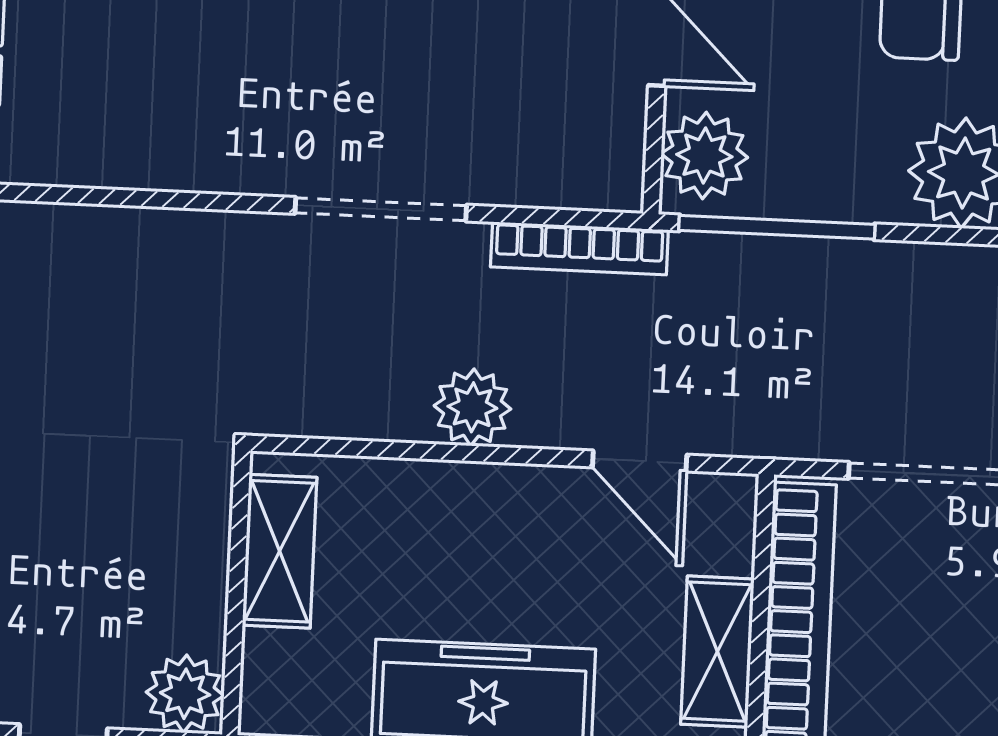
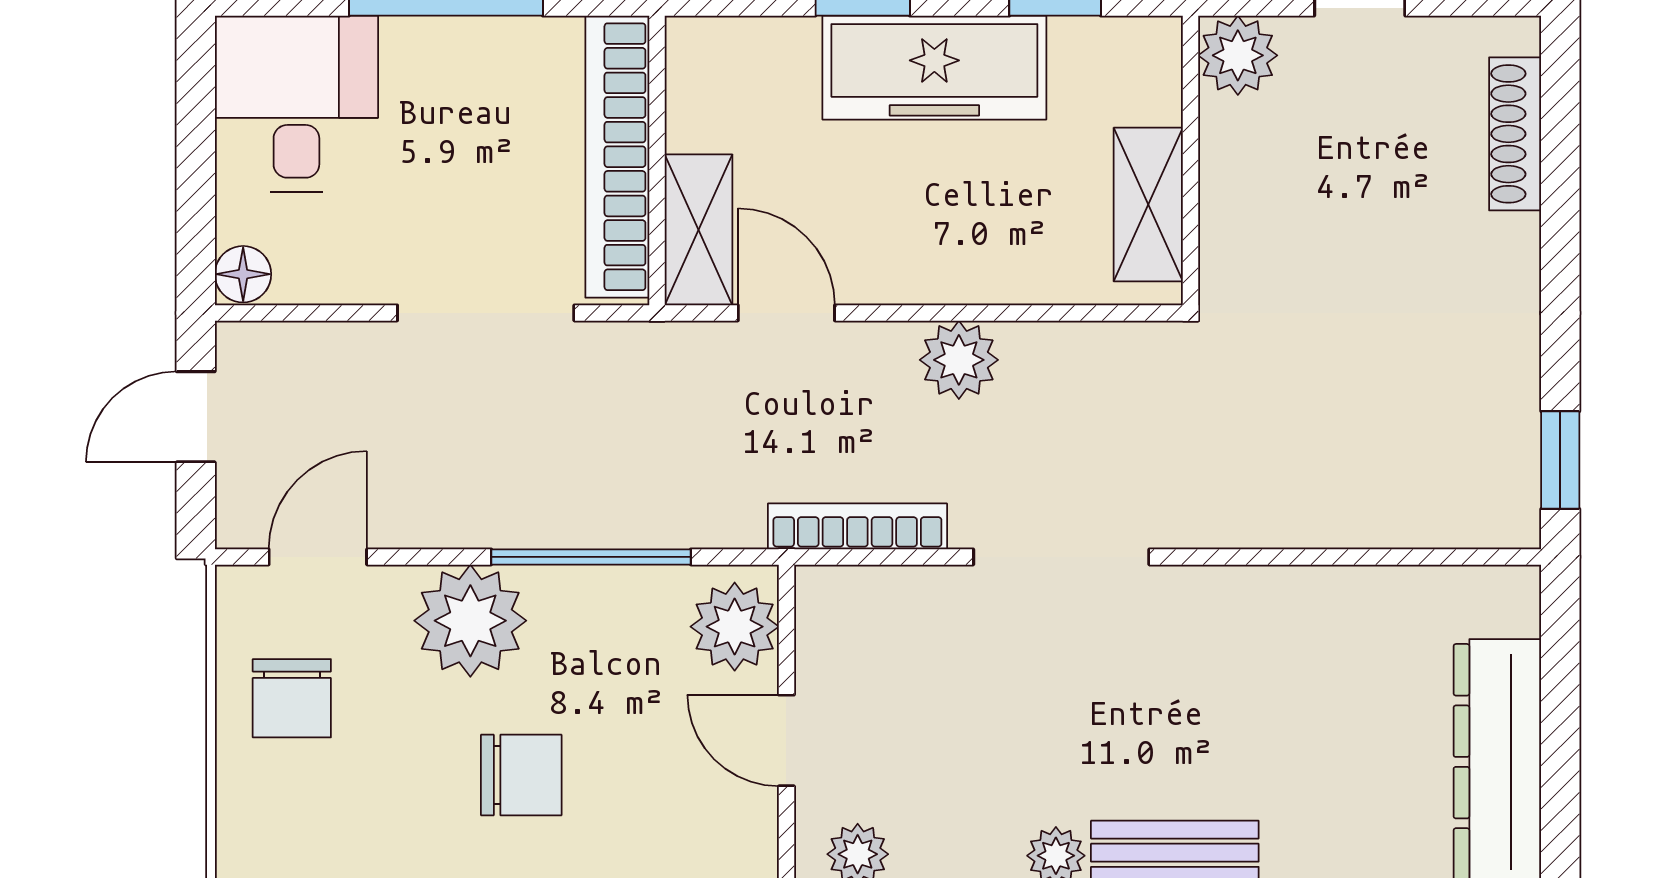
window: (777, 227) -> (591, 557), moved
shelving: (717, 652) -> (698, 230), moved

